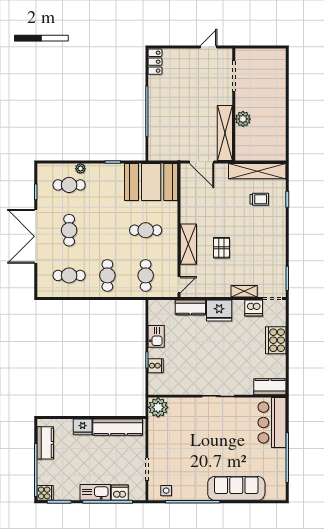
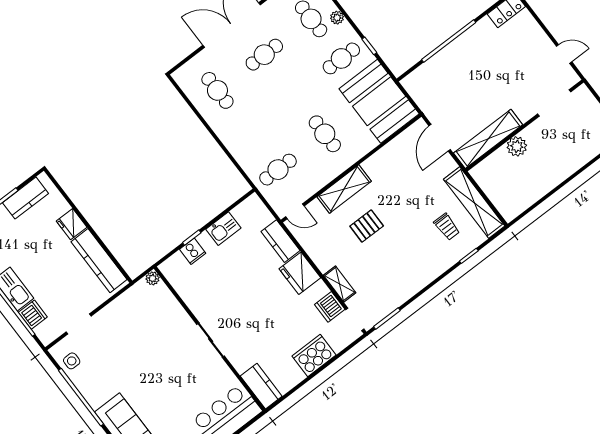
cafe table: (107, 275) -> (341, 58), moved
plant: (158, 407) -> (153, 278), width x0.53, depth x0.53

